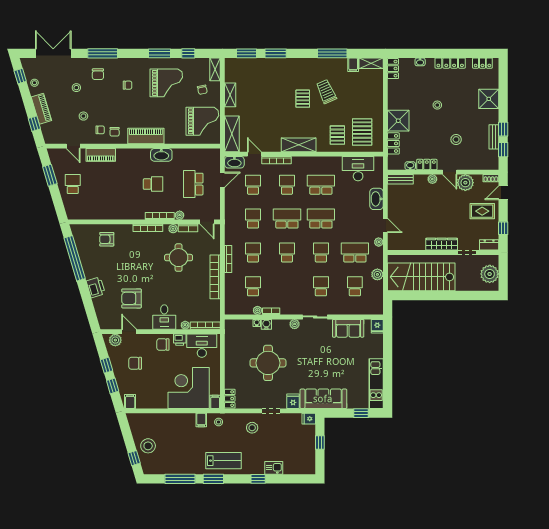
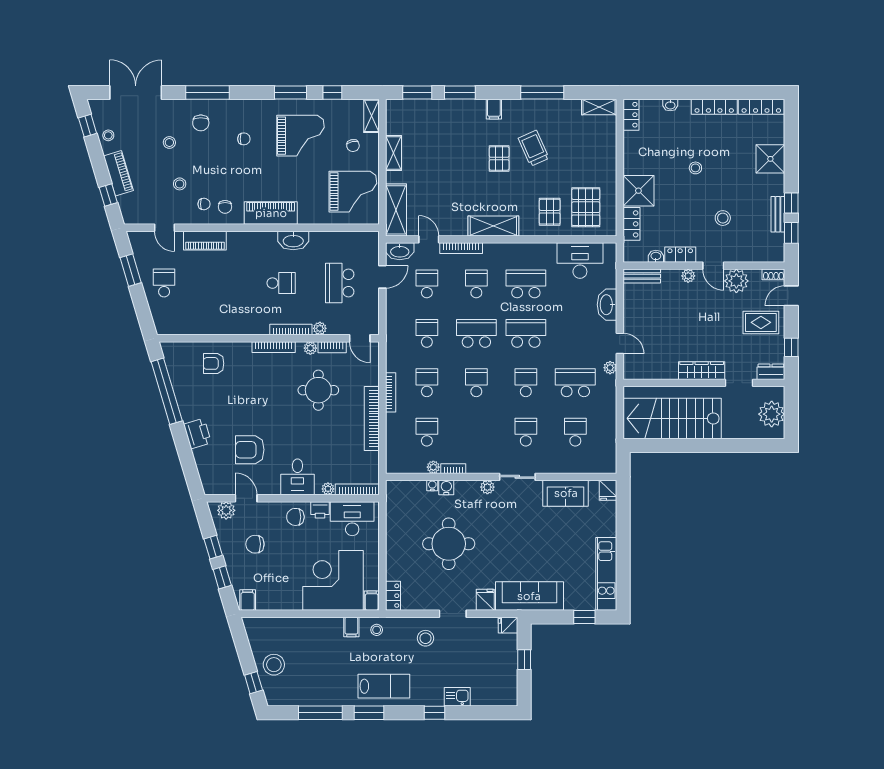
locker: (482, 63) -> (761, 107), width x1.53
filing cabinet: (353, 65) -> (494, 109), moved
plant: (377, 274) -> (608, 415), removed

